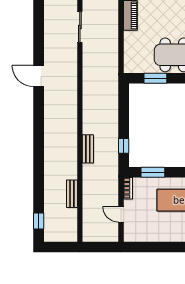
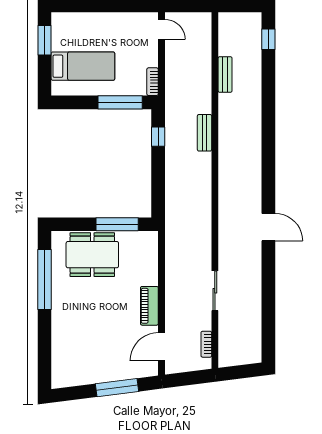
window: (155, 78) -> (117, 224), width x1.44
window: (153, 172) -> (120, 102), width x1.44
door: (121, 214) -> (161, 29), moved

